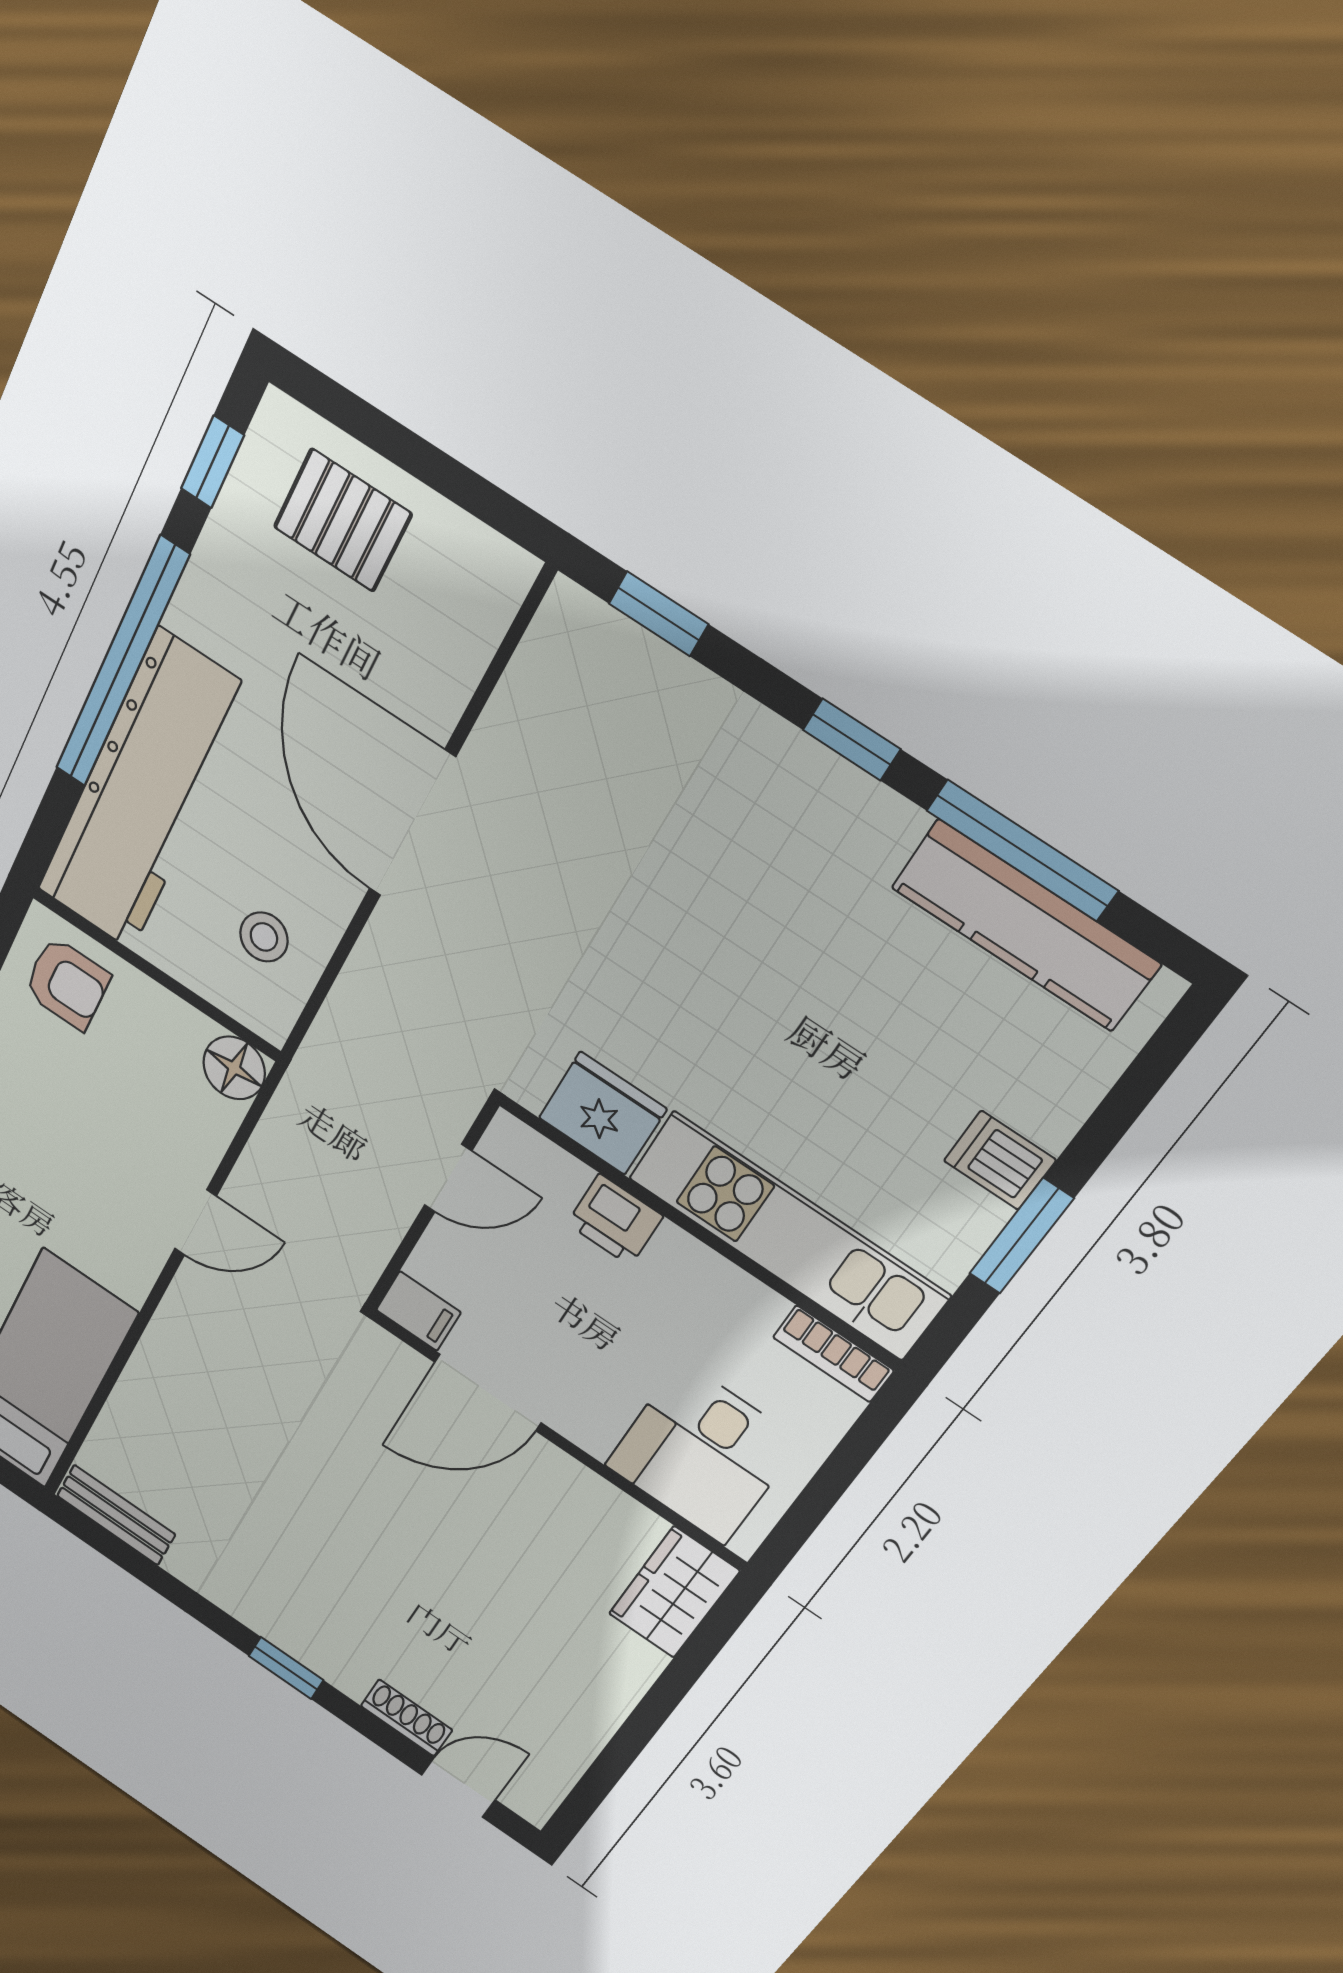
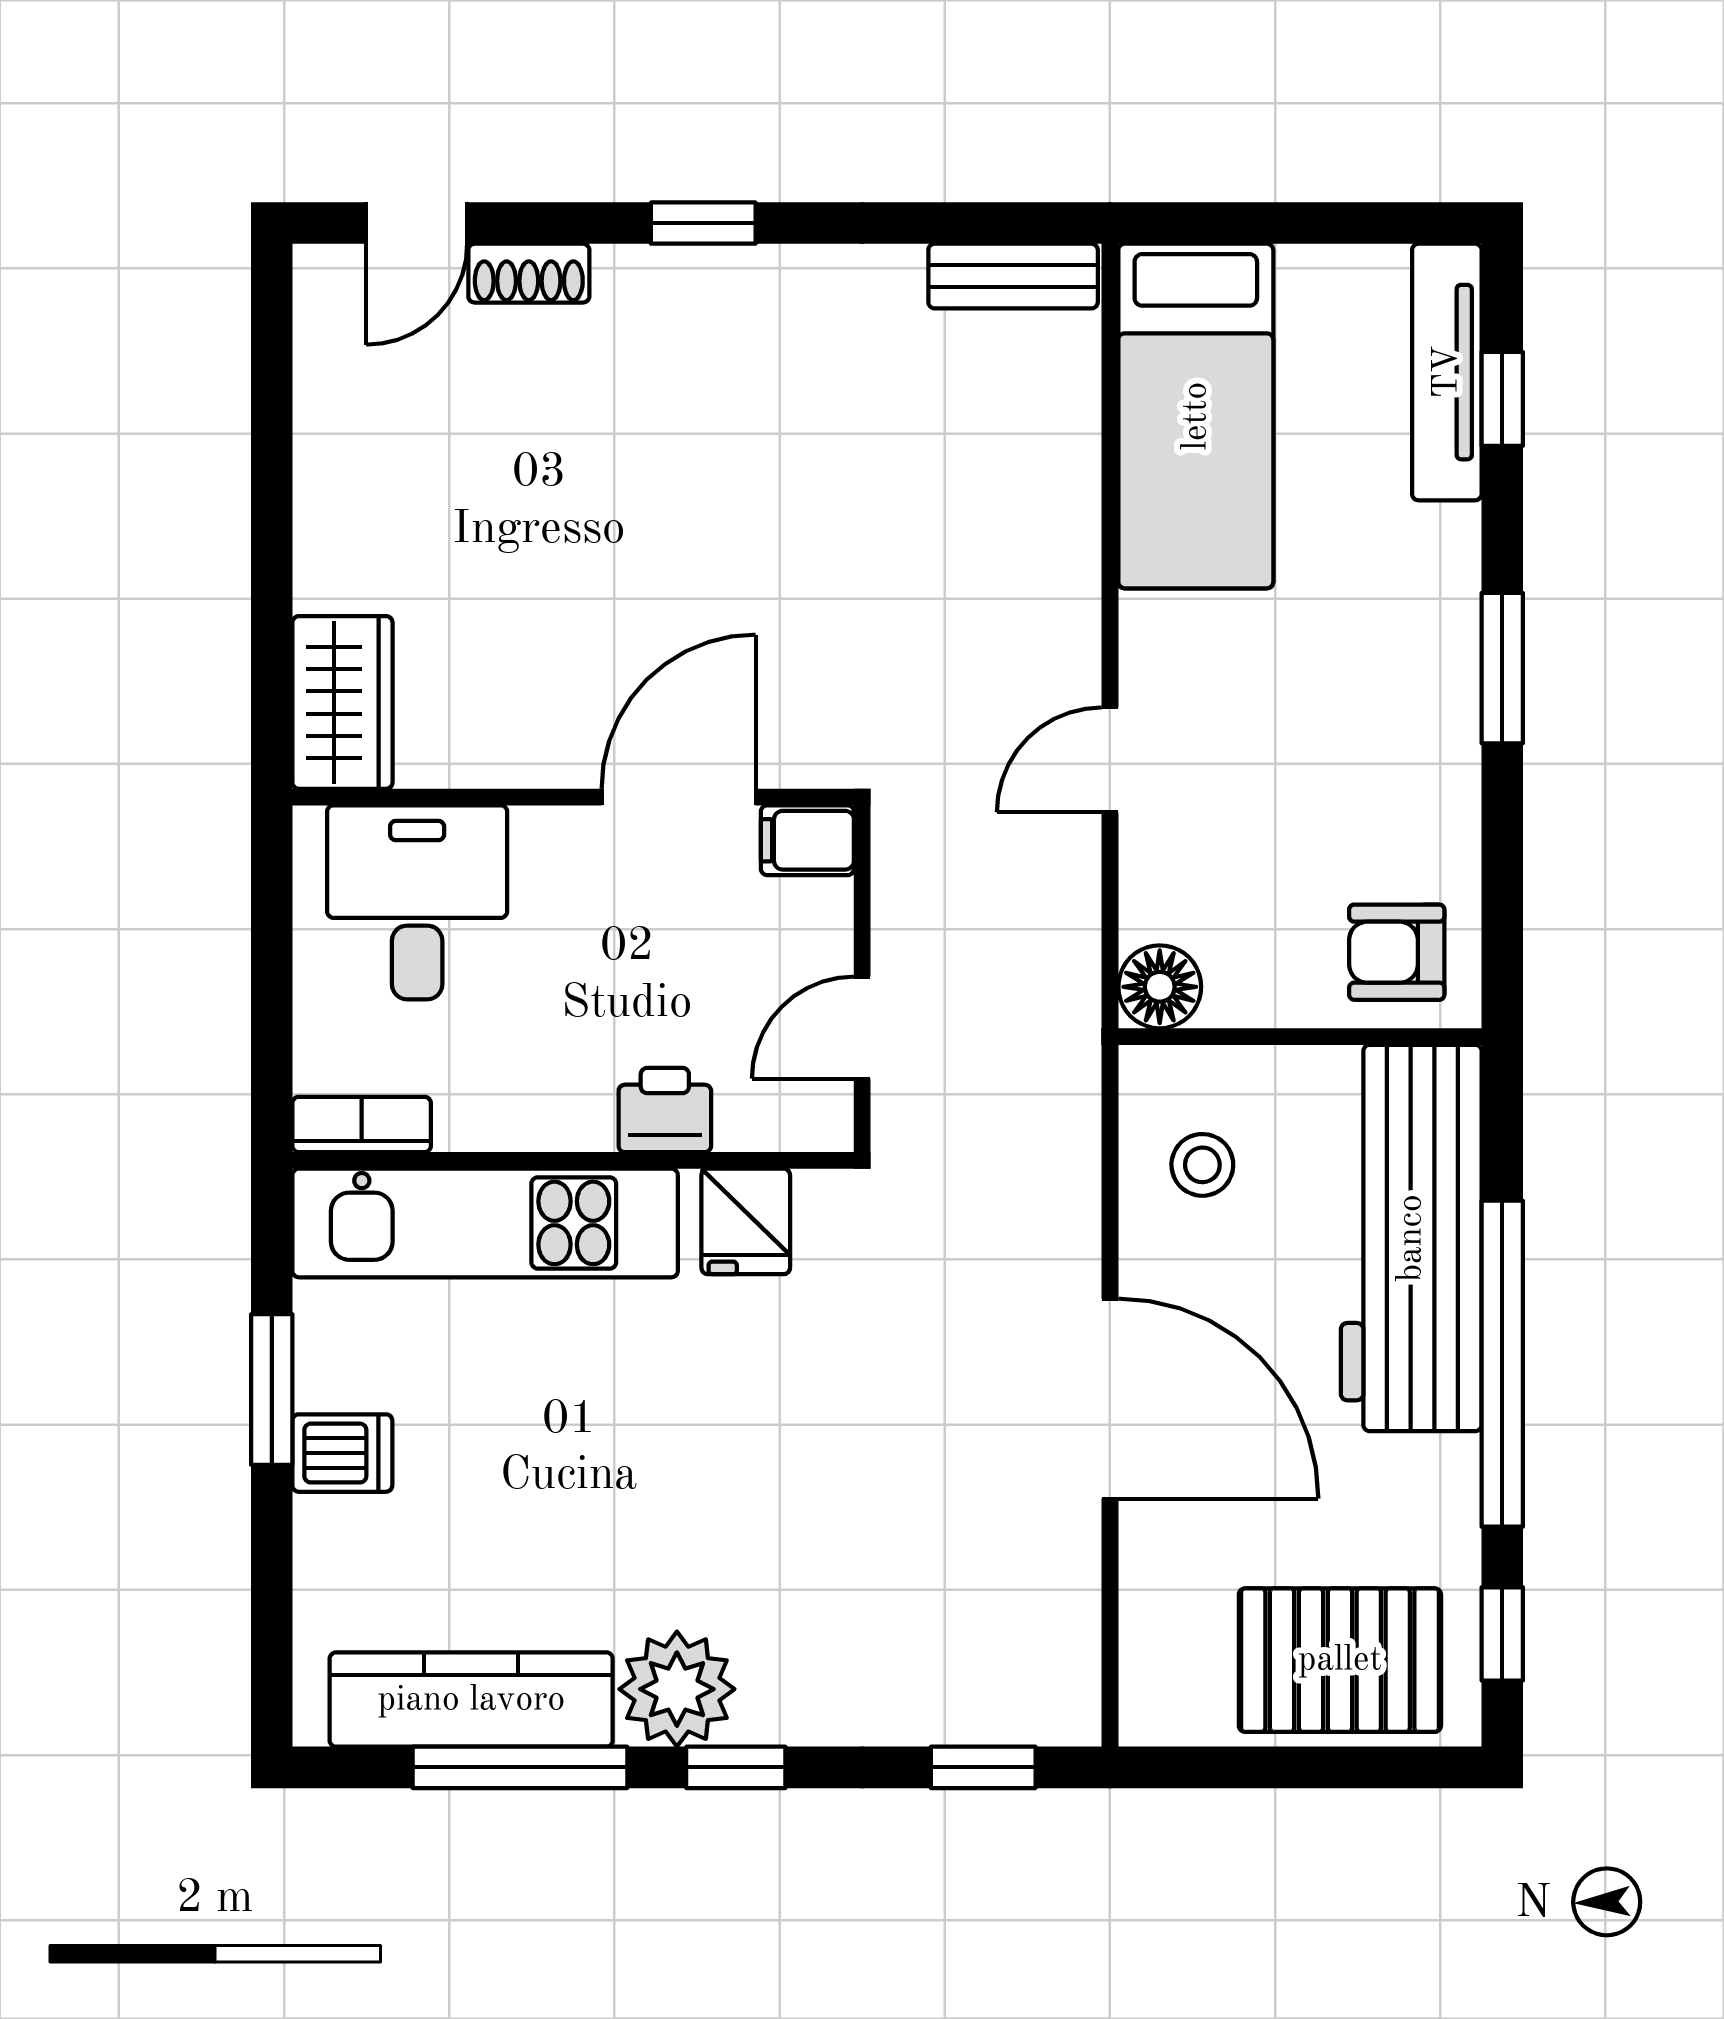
pallet: (343, 520) -> (1340, 1660), width x1.50, depth x1.42
plant: (860, 828) -> (677, 1689), added
fridge: (603, 1113) -> (746, 1221), width x0.72

